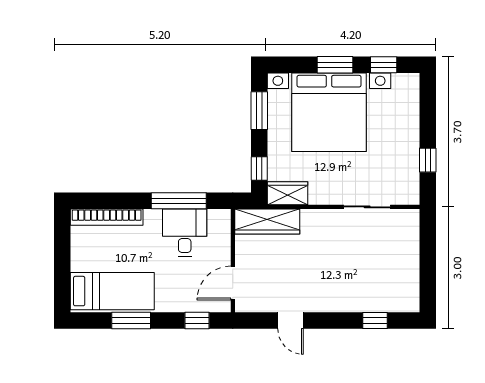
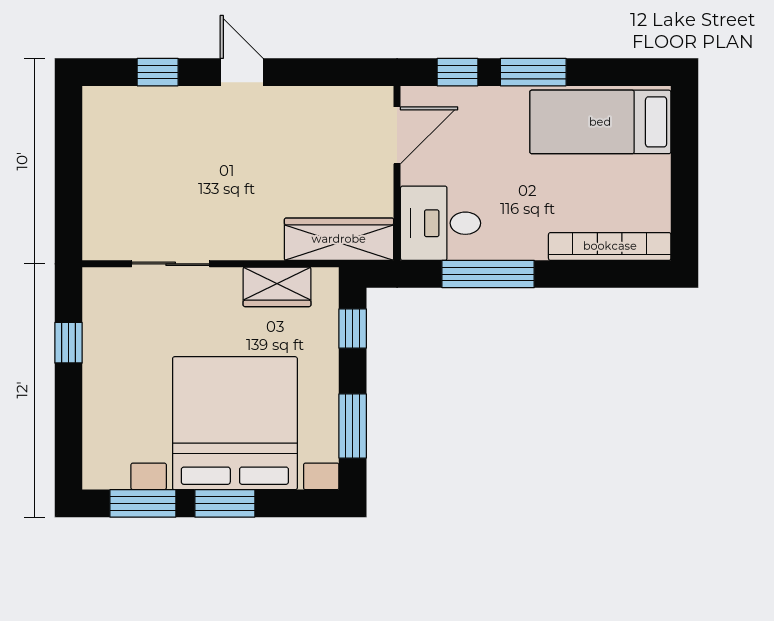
window: (384, 65) -> (143, 503), width x1.50
wardrobe: (287, 193) -> (277, 287), moved
desk: (185, 233) -> (441, 223), moved, turned 90
window: (131, 321) -> (533, 72), moved
door: (290, 321) -> (242, 72), moved

